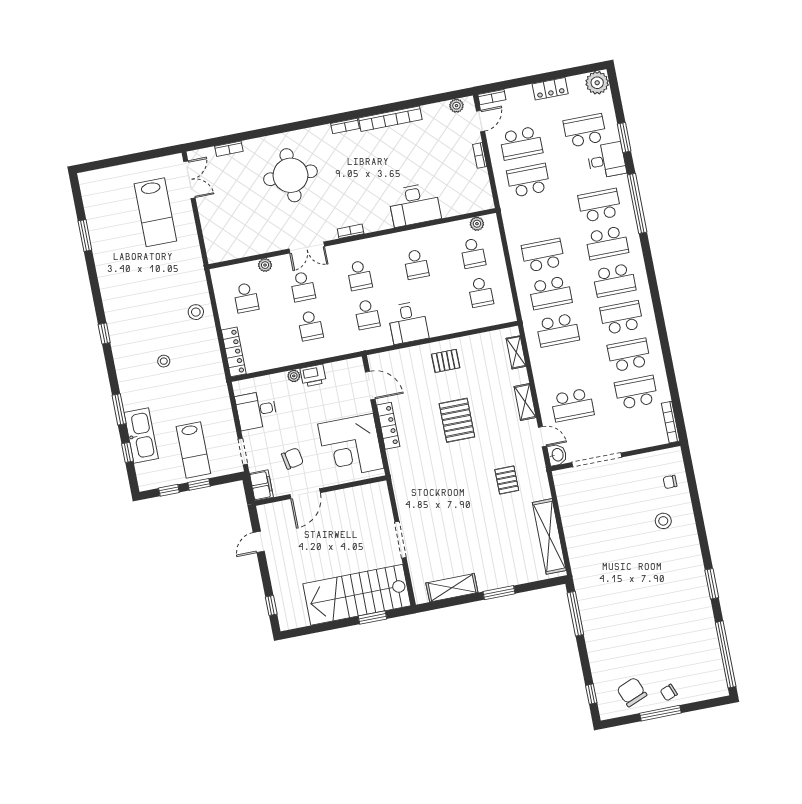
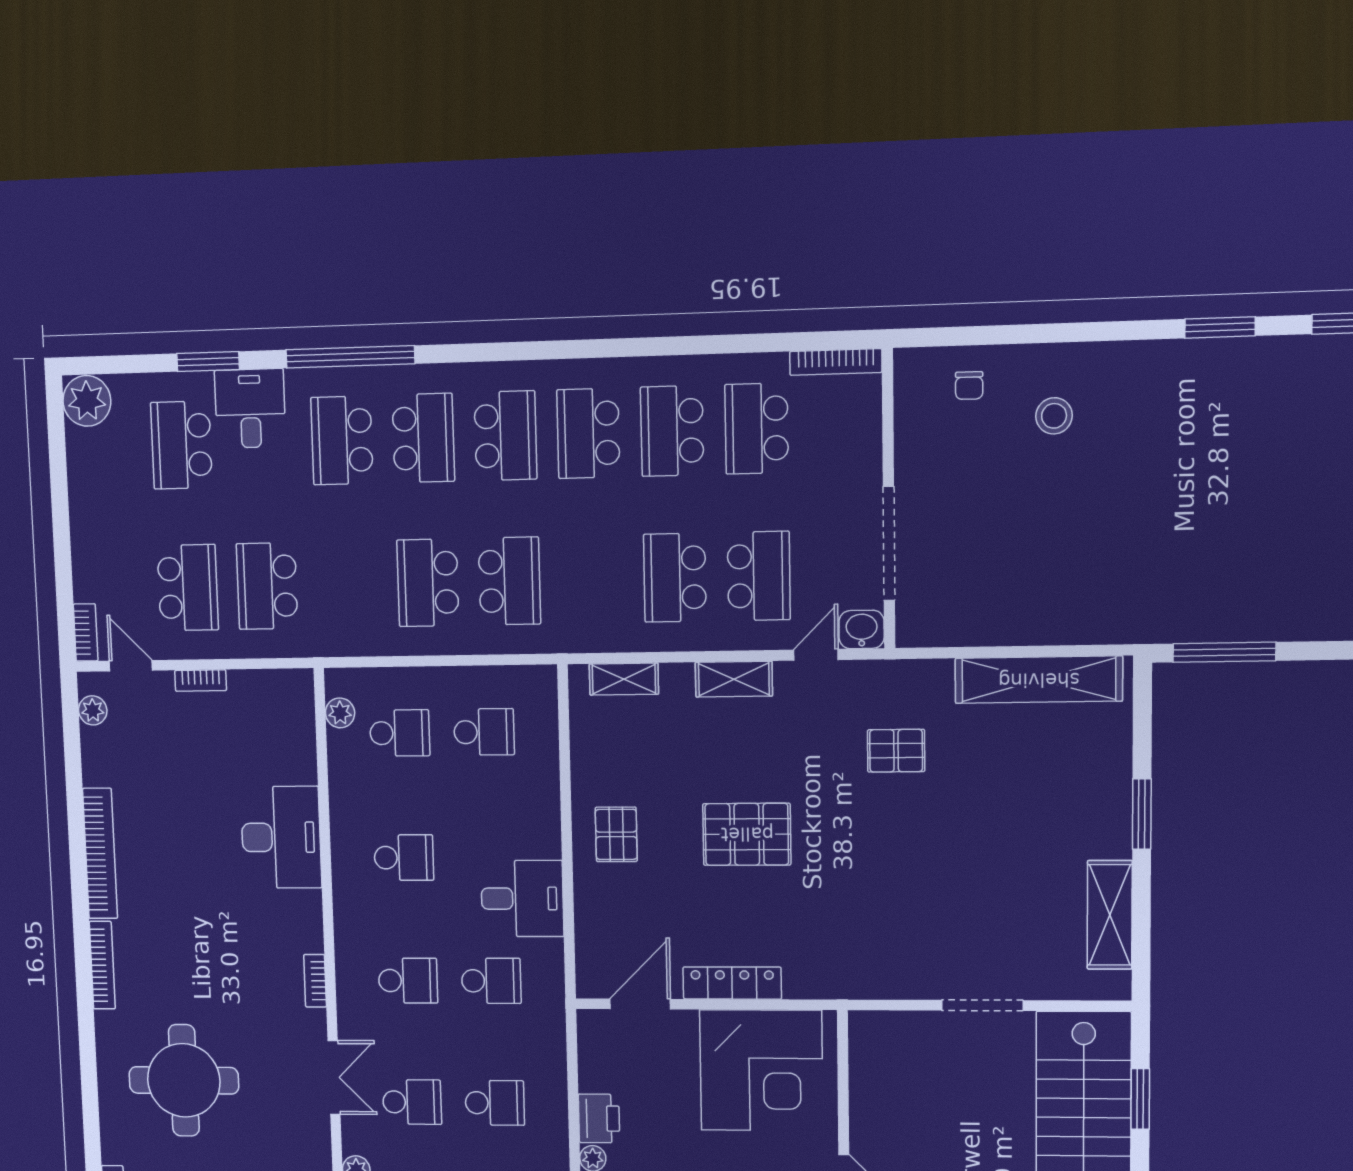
locker: (550, 89) -> (86, 505), removed
bookcase: (345, 126) -> (102, 965), width x1.56
school desk: (558, 330) -> (675, 578), moved, turned 180

